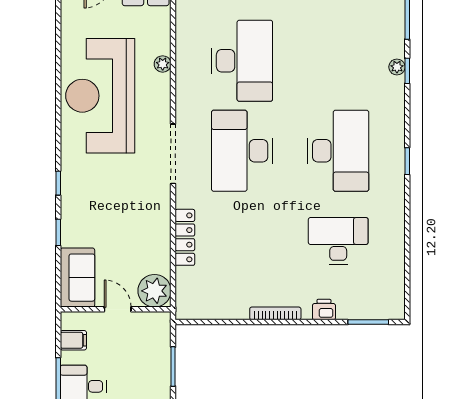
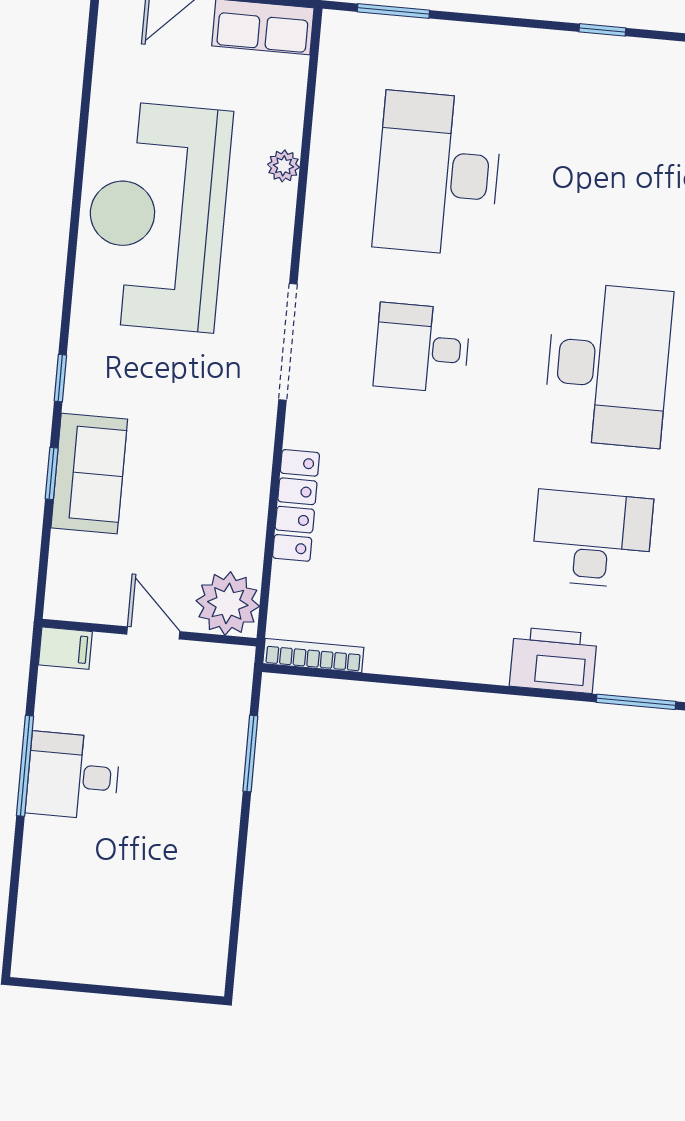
desk: (242, 61) -> (438, 174), turned 180
desk: (242, 151) -> (422, 348), width x0.53, depth x0.77
sofa: (77, 278) -> (89, 473), moved
printer: (324, 310) -> (553, 660), width x1.87, depth x1.48
bookcase: (275, 313) -> (313, 656), moved
filing cabinet: (73, 340) -> (65, 648), moved

